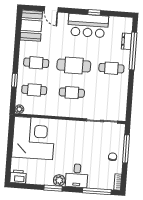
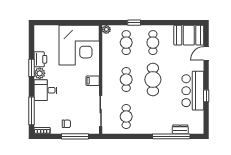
cafe table: (111, 68) -> (126, 116), moved
filing cabinet: (71, 127) -> (93, 81), added
printer: (18, 177) -> (40, 59), moved

